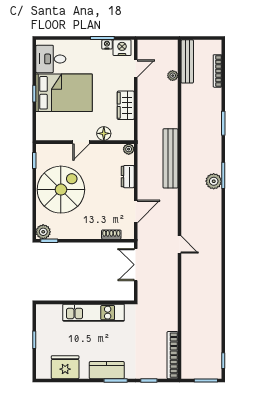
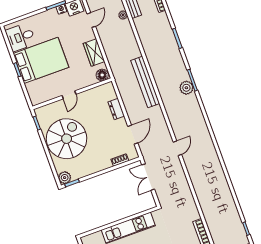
floor lamp: (104, 133) -> (102, 75), moved
plant: (129, 149) -> (109, 87), removed
door: (179, 244) -> (177, 148), hinge flipped

